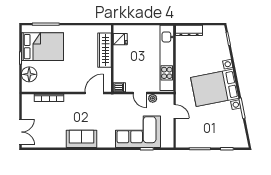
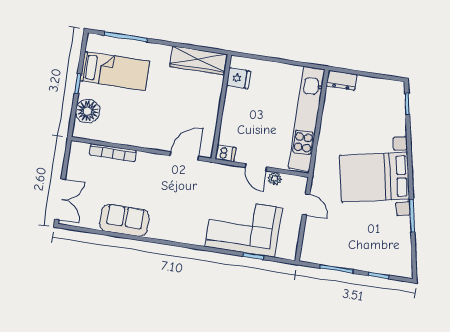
dresser: (189, 30) -> (342, 80), width x0.70
bed: (42, 47) -> (115, 71), width x0.67
wardrobe: (105, 50) -> (198, 60), moved, turned -90
sofa: (82, 139) -> (125, 220), moved

